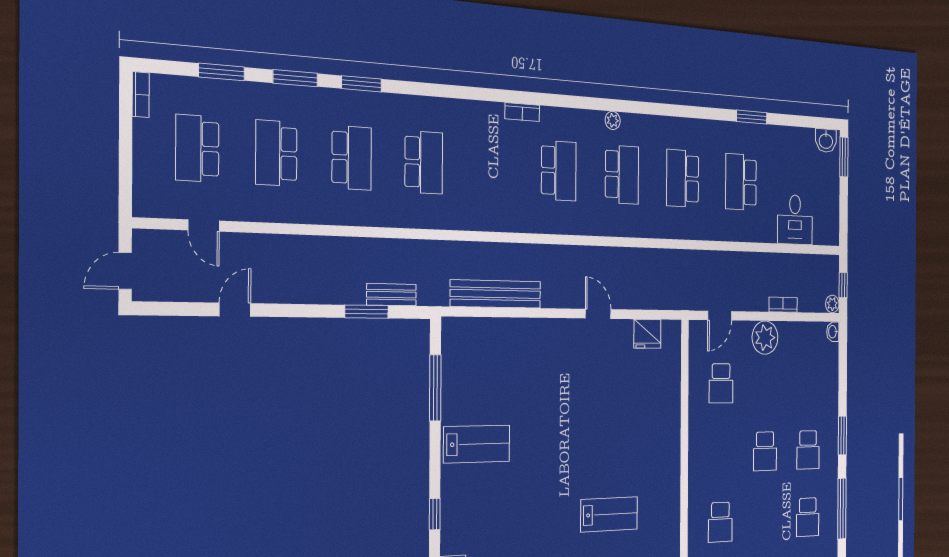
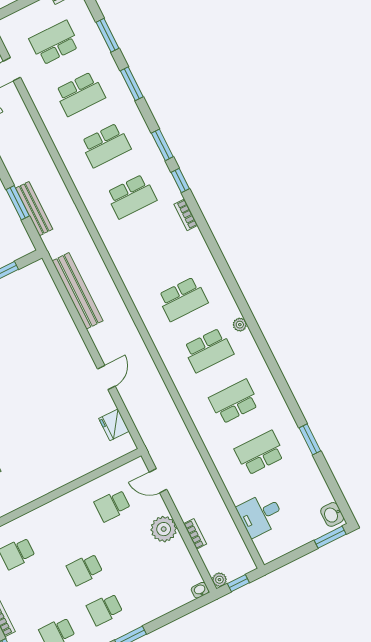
window: (362, 84) -> (162, 145), moved
window: (433, 90) -> (180, 181), added
bookcase: (522, 112) -> (186, 215), moved
school desk: (276, 153) -> (80, 94), turned 180
bench: (392, 295) -> (34, 209), width x1.36

